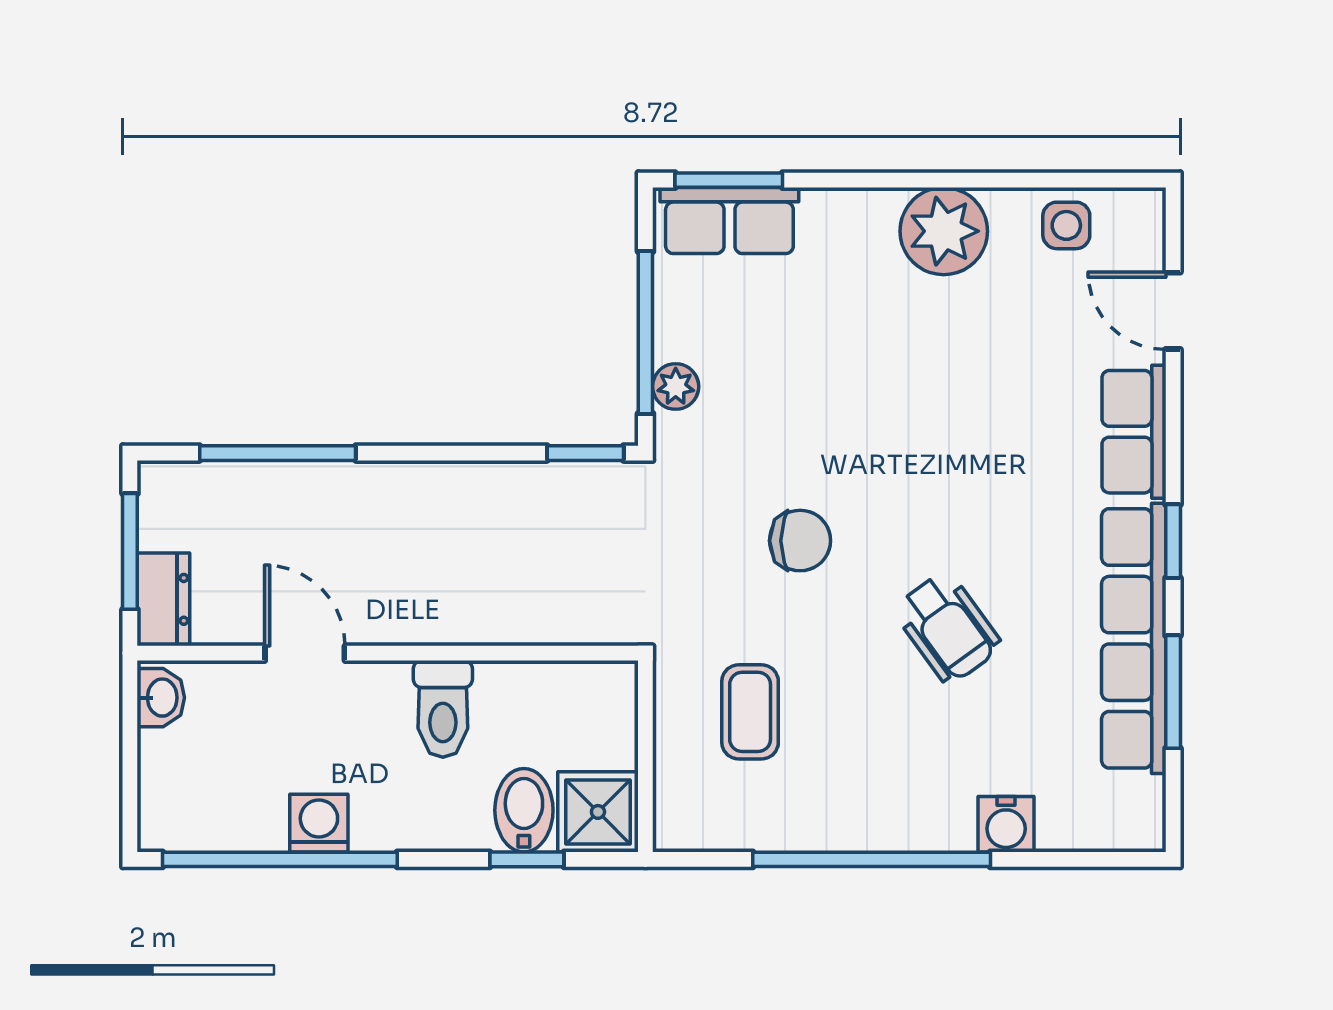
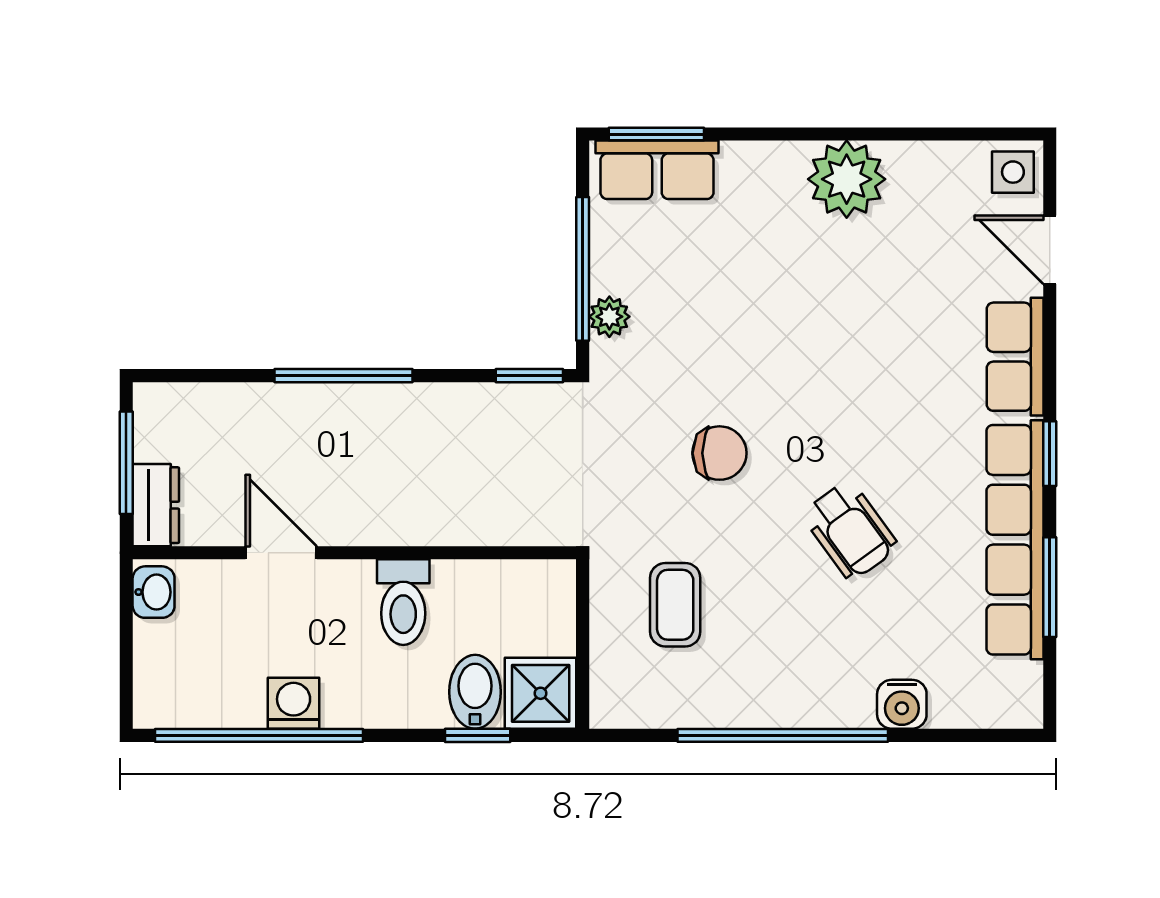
side table: (1066, 225) -> (1013, 172), moved
window: (278, 453) -> (344, 376), moved

